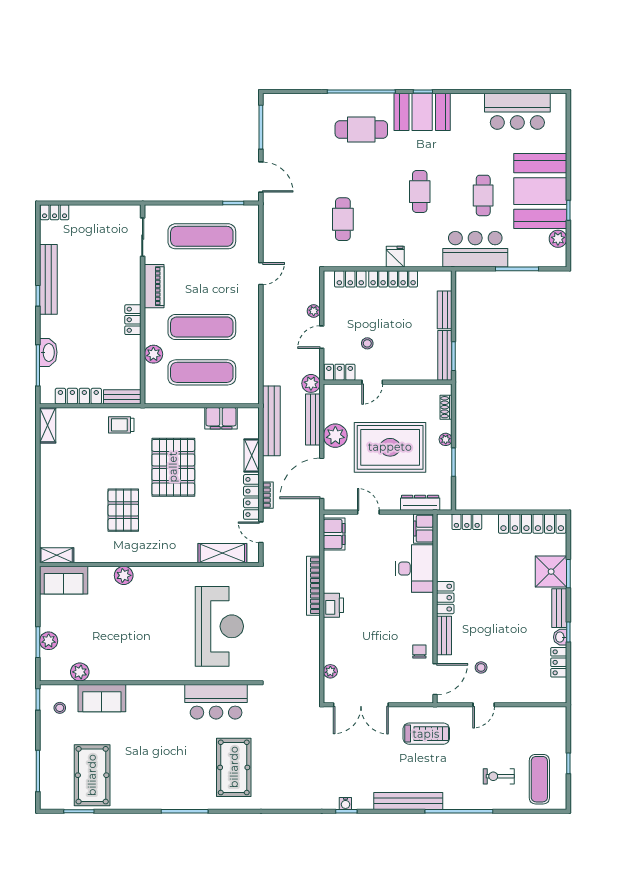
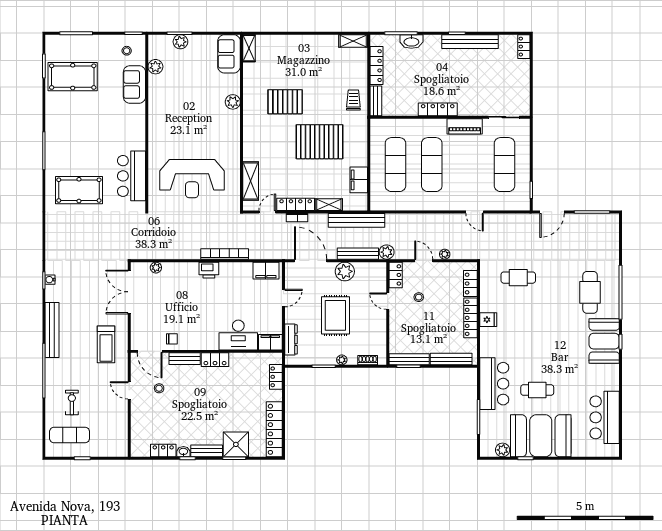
cafe table: (420, 192) -> (540, 339), removed
bench: (445, 310) -> (451, 359), width x1.36
locker: (133, 320) -> (438, 109), width x1.53
plant: (153, 354) -> (410, 126), removed
rug: (390, 447) -> (335, 315), width x0.73, depth x0.69

